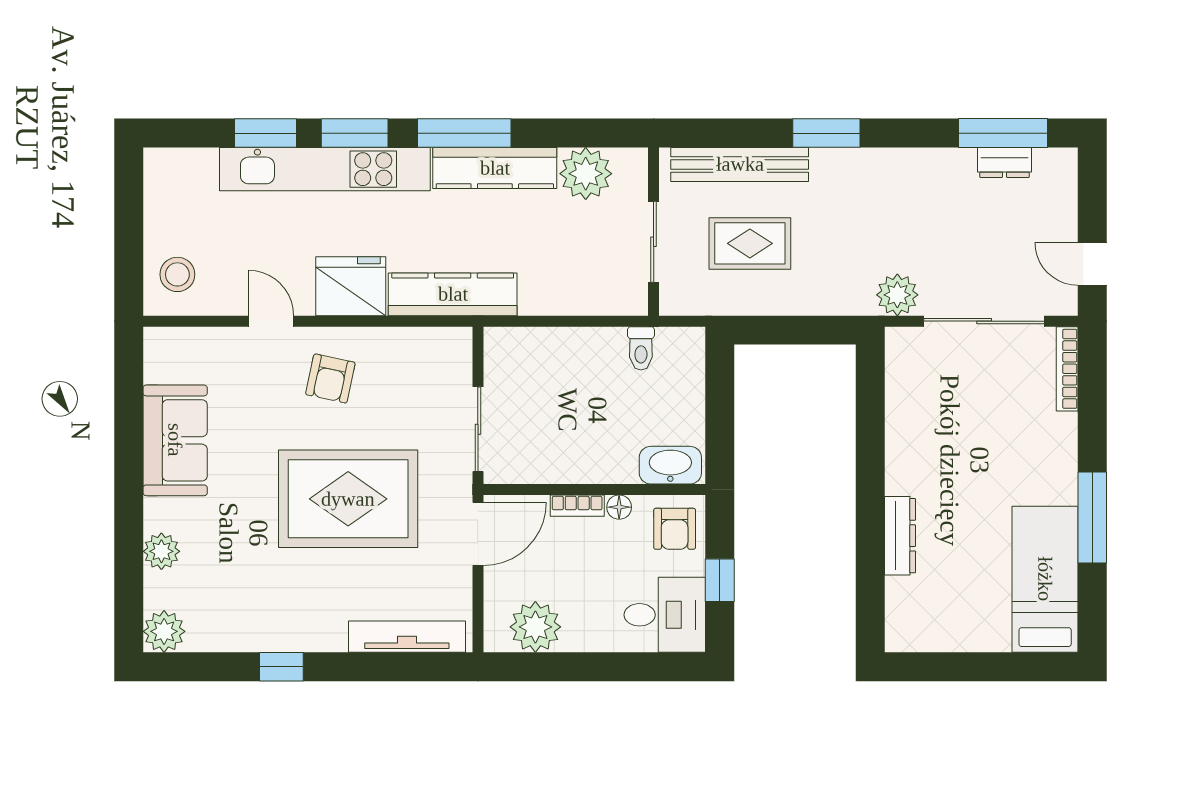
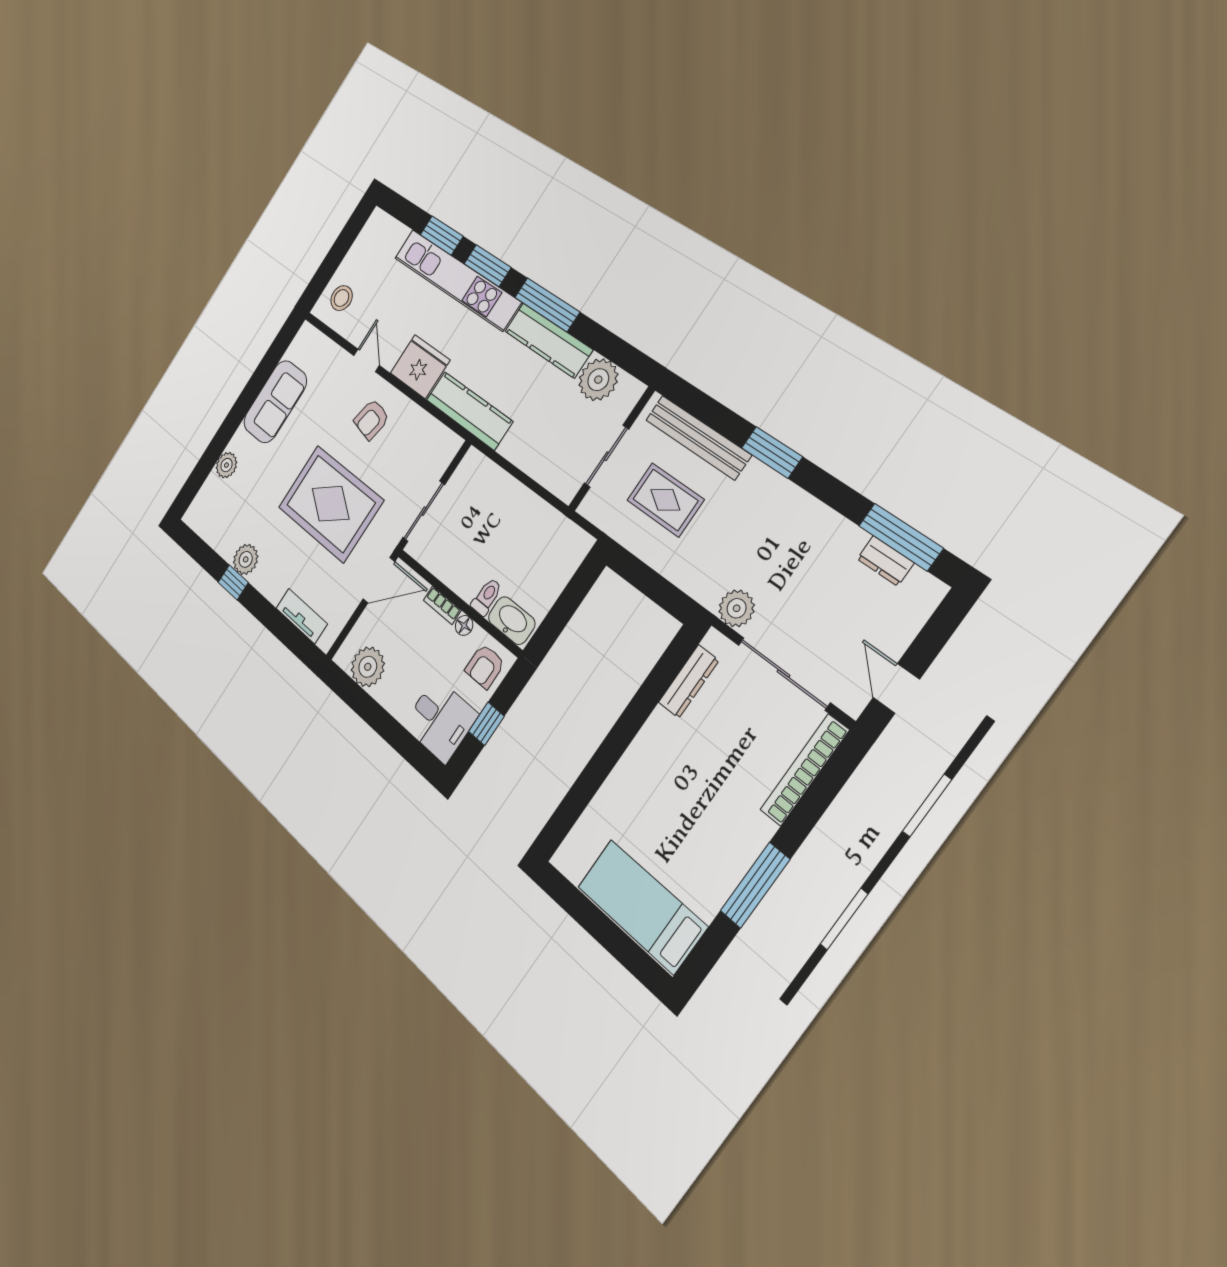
toilet: (641, 348) -> (487, 597), moved, turned 180
bookcase: (1067, 369) -> (804, 770), width x1.48, depth x1.31
dresser: (900, 536) -> (689, 681), moved
bed: (1045, 579) -> (642, 906), moved, turned -90
plant: (164, 631) -> (246, 559), moved
tv unit: (407, 637) -> (302, 616), width x0.71

